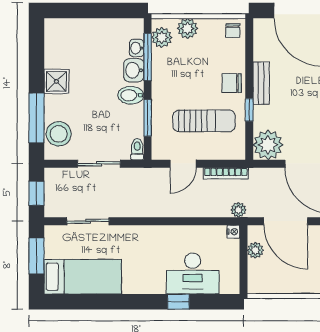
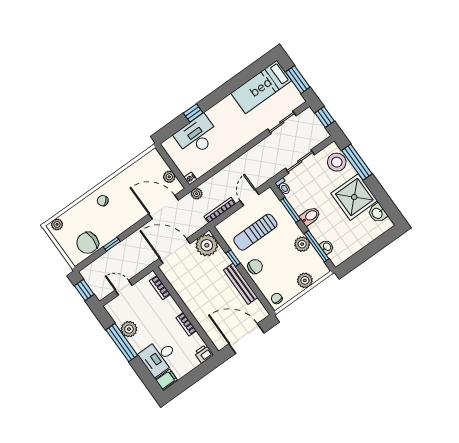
plant: (162, 37) -> (302, 244), moved
washbasin: (134, 70) -> (377, 213), moved, turned 180
shower: (56, 81) -> (354, 197), width x1.86, depth x1.86
bench: (261, 83) -> (241, 284), width x1.36

